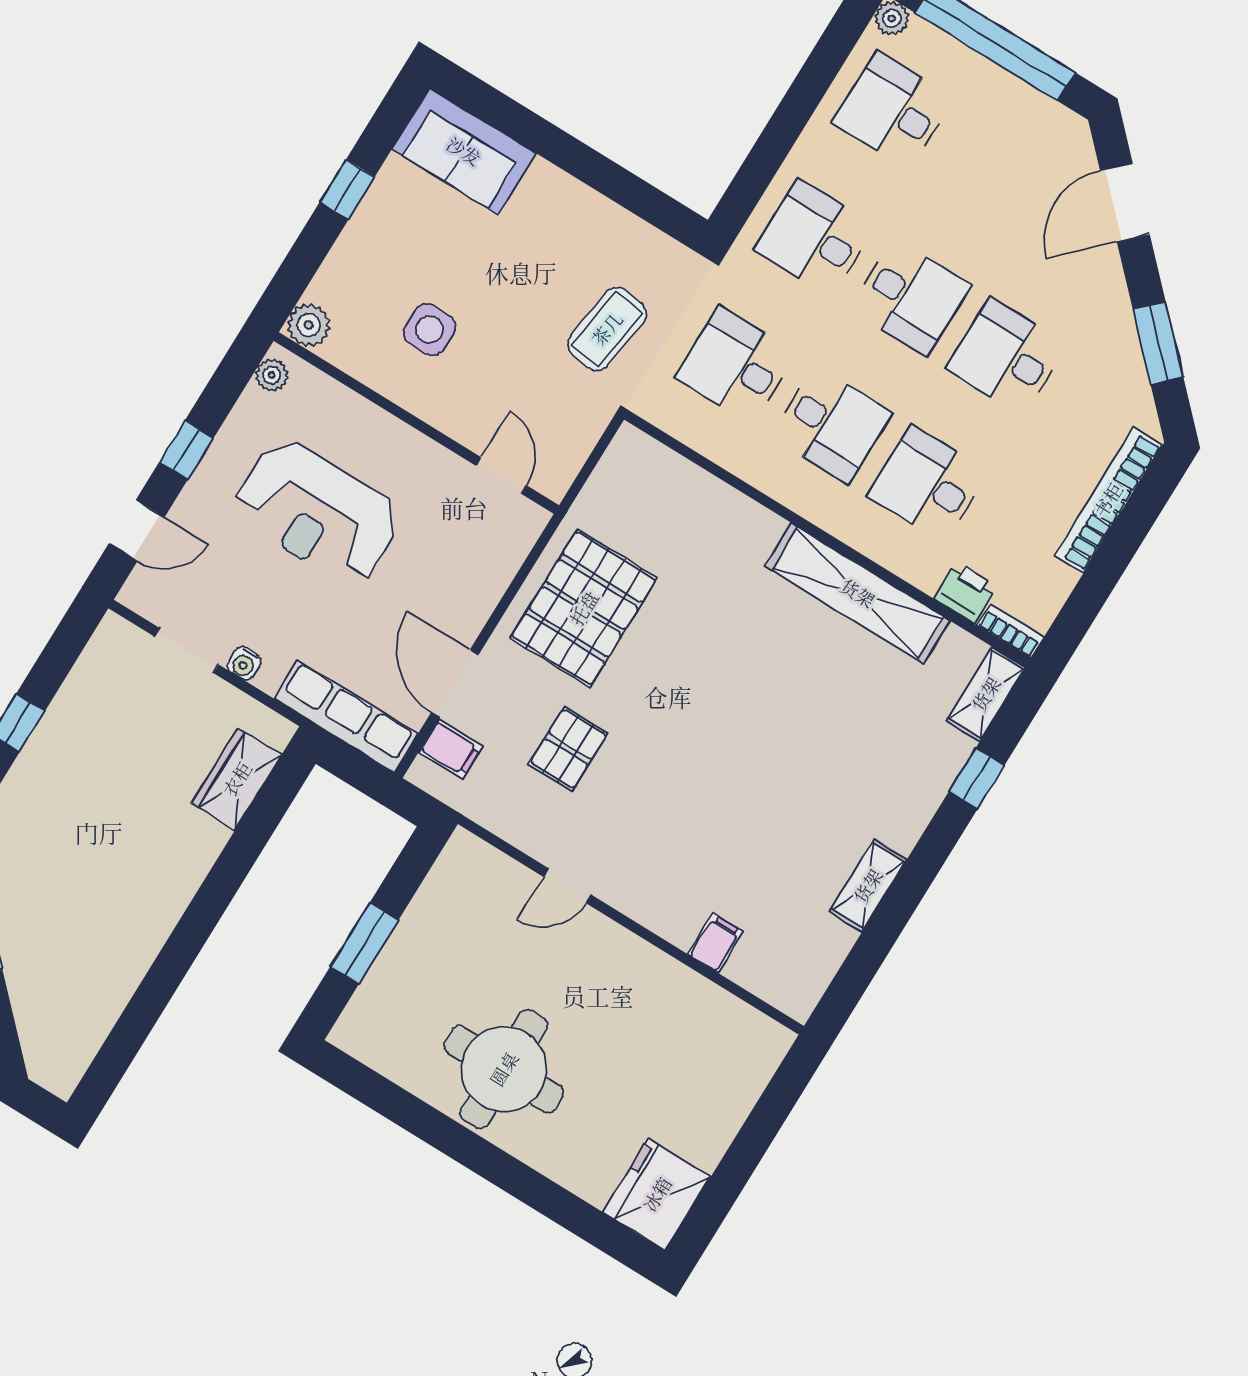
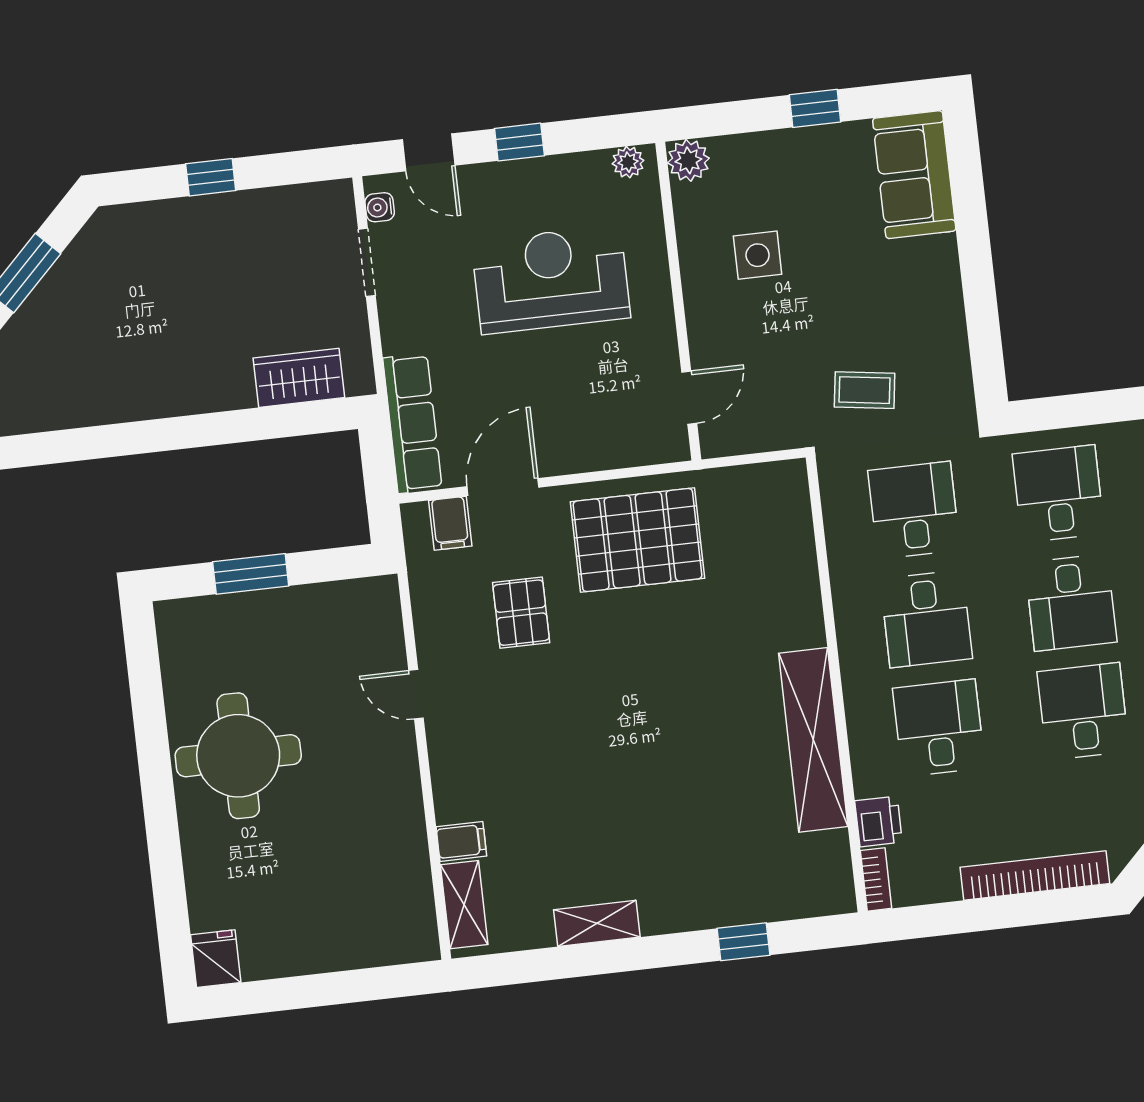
coffee table: (607, 329) -> (865, 390), width x0.73, depth x0.77
reception desk: (318, 512) -> (551, 280), turned 90
water cooler: (244, 663) -> (380, 207), moved
shelving: (986, 694) -> (464, 905), moved, turned 90
pallet: (568, 749) -> (521, 613), turned 90
fridge: (657, 1194) -> (216, 959), width x0.53, depth x0.75

